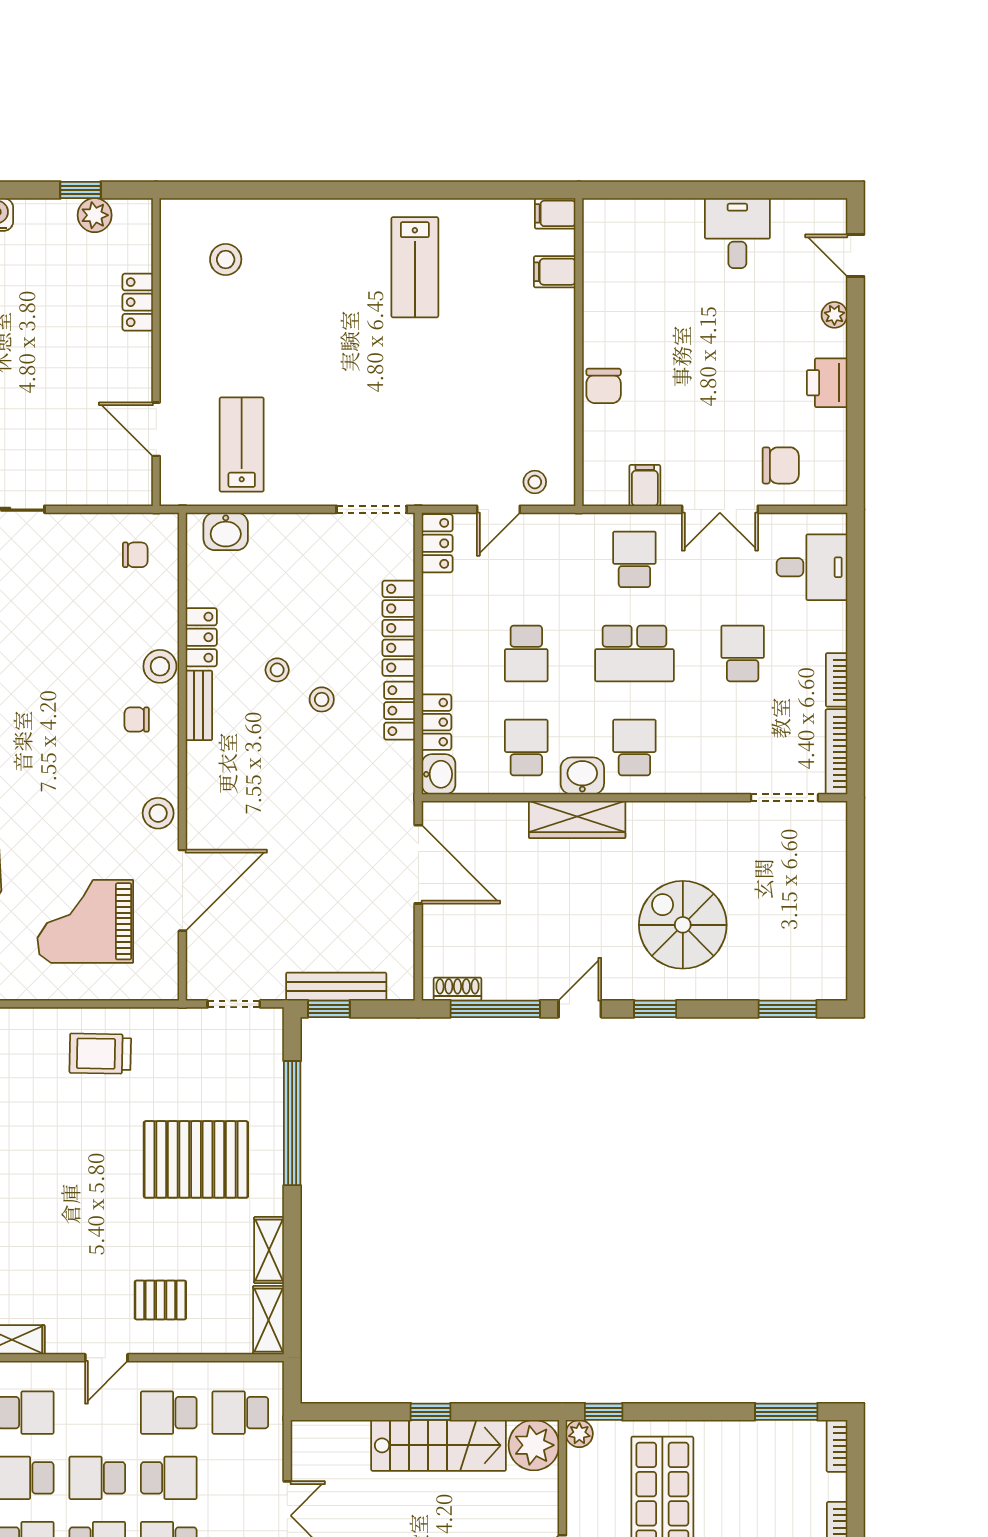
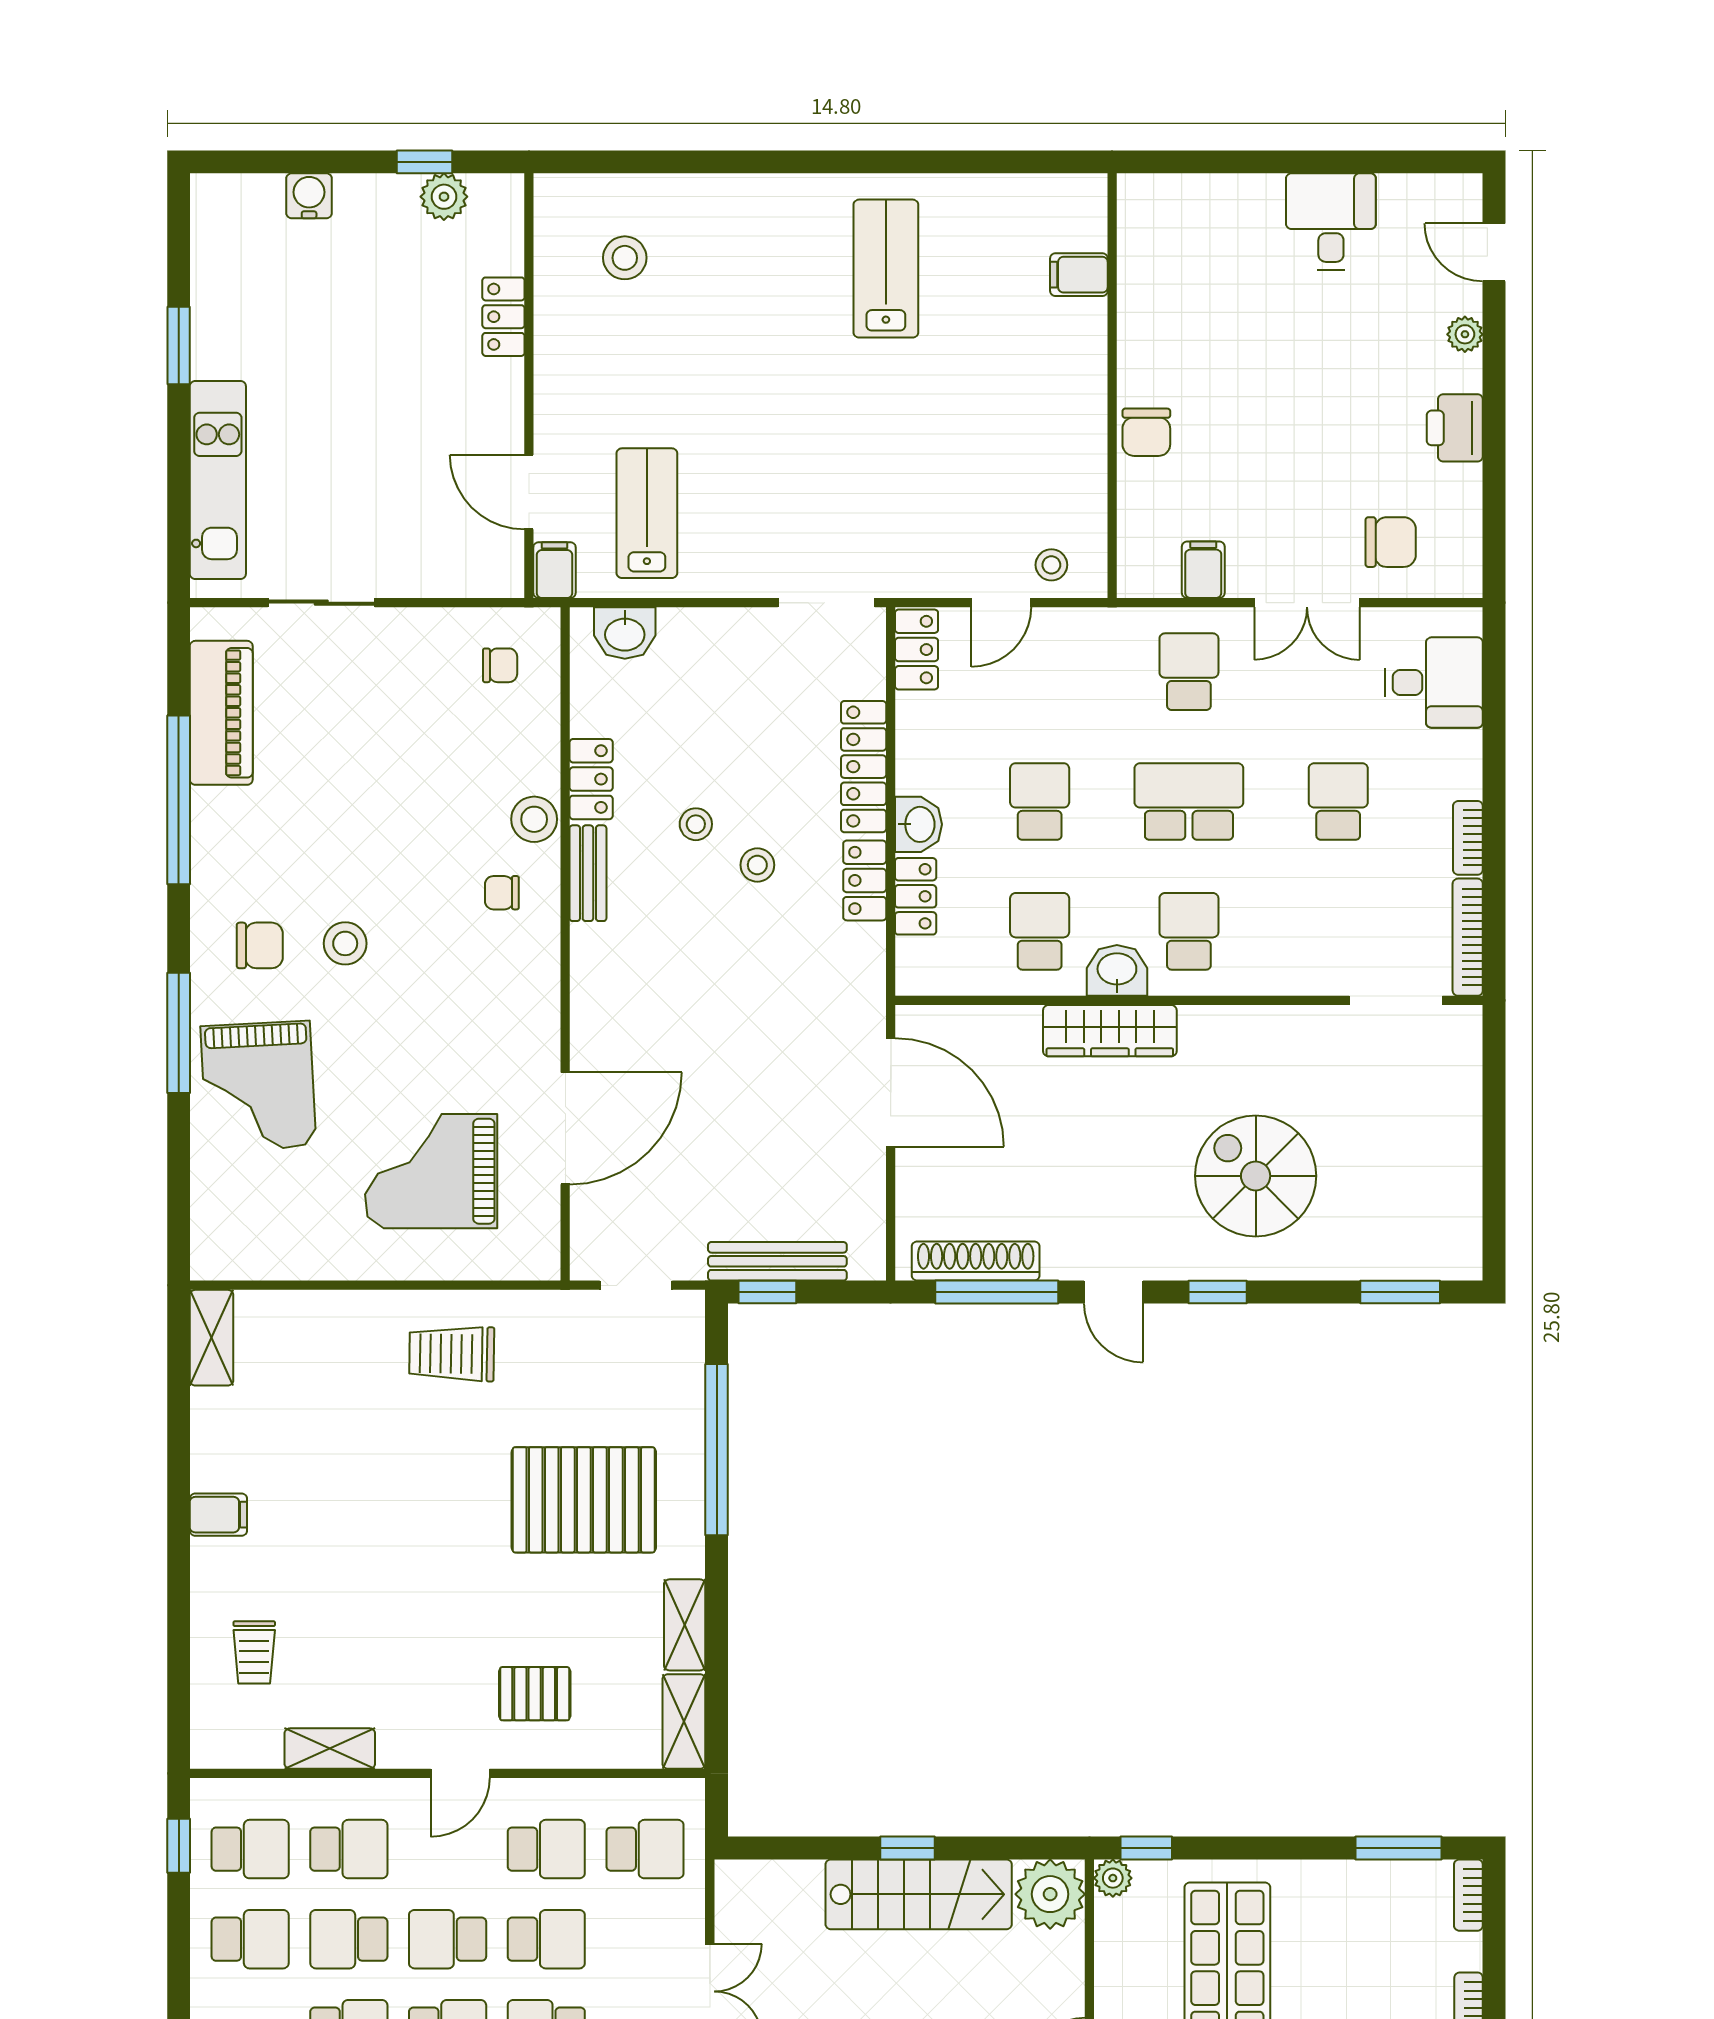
filing cabinet: (555, 213) -> (554, 570), moved, turned 90
lab bench: (415, 267) -> (886, 269), turned 180
school desk: (526, 653) -> (1040, 802), turned 180
school desk: (634, 653) -> (1189, 802), turned 180
washbasin: (439, 774) -> (919, 824), moved
stool: (158, 813) -> (345, 943), moved
shoe rack: (458, 989) -> (976, 1261), width x1.94, depth x1.24
door: (580, 1009) -> (1113, 1292), swing flipped
school desk: (169, 1413) -> (546, 1849), turned 180
school desk: (240, 1413) -> (645, 1849), turned 180

